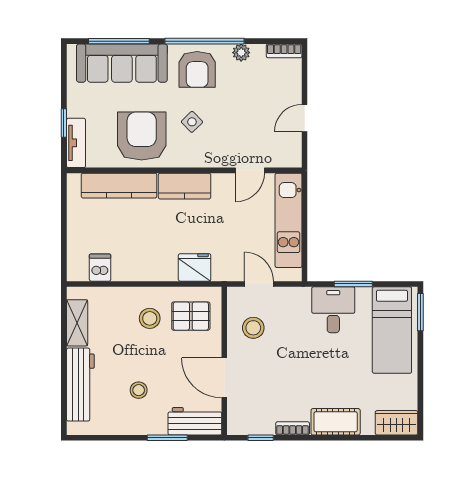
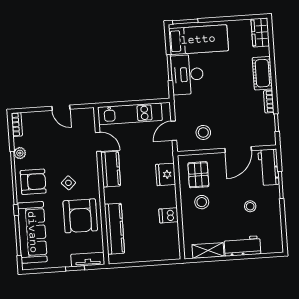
armchair: (142, 136) -> (80, 216), turned -90
kitchen counter: (185, 186) -> (111, 169), moved
dishwasher: (100, 268) -> (169, 215), moved
desk: (333, 310) -> (187, 74), width x1.37
workbench: (80, 385) -> (242, 246), width x0.73

